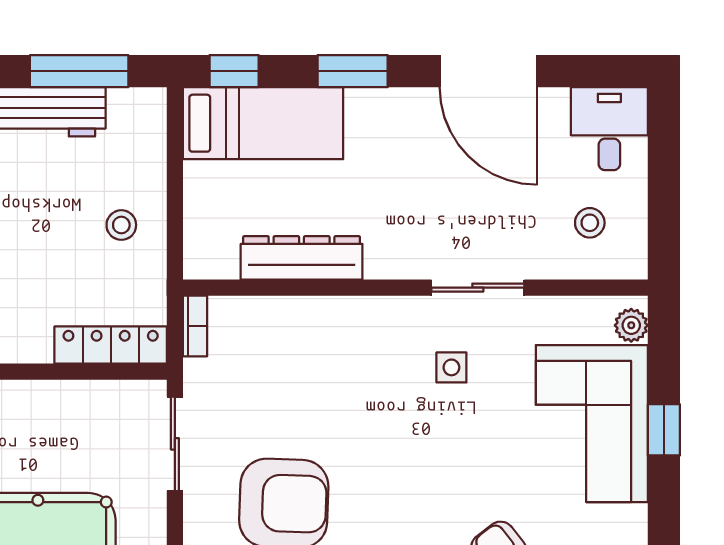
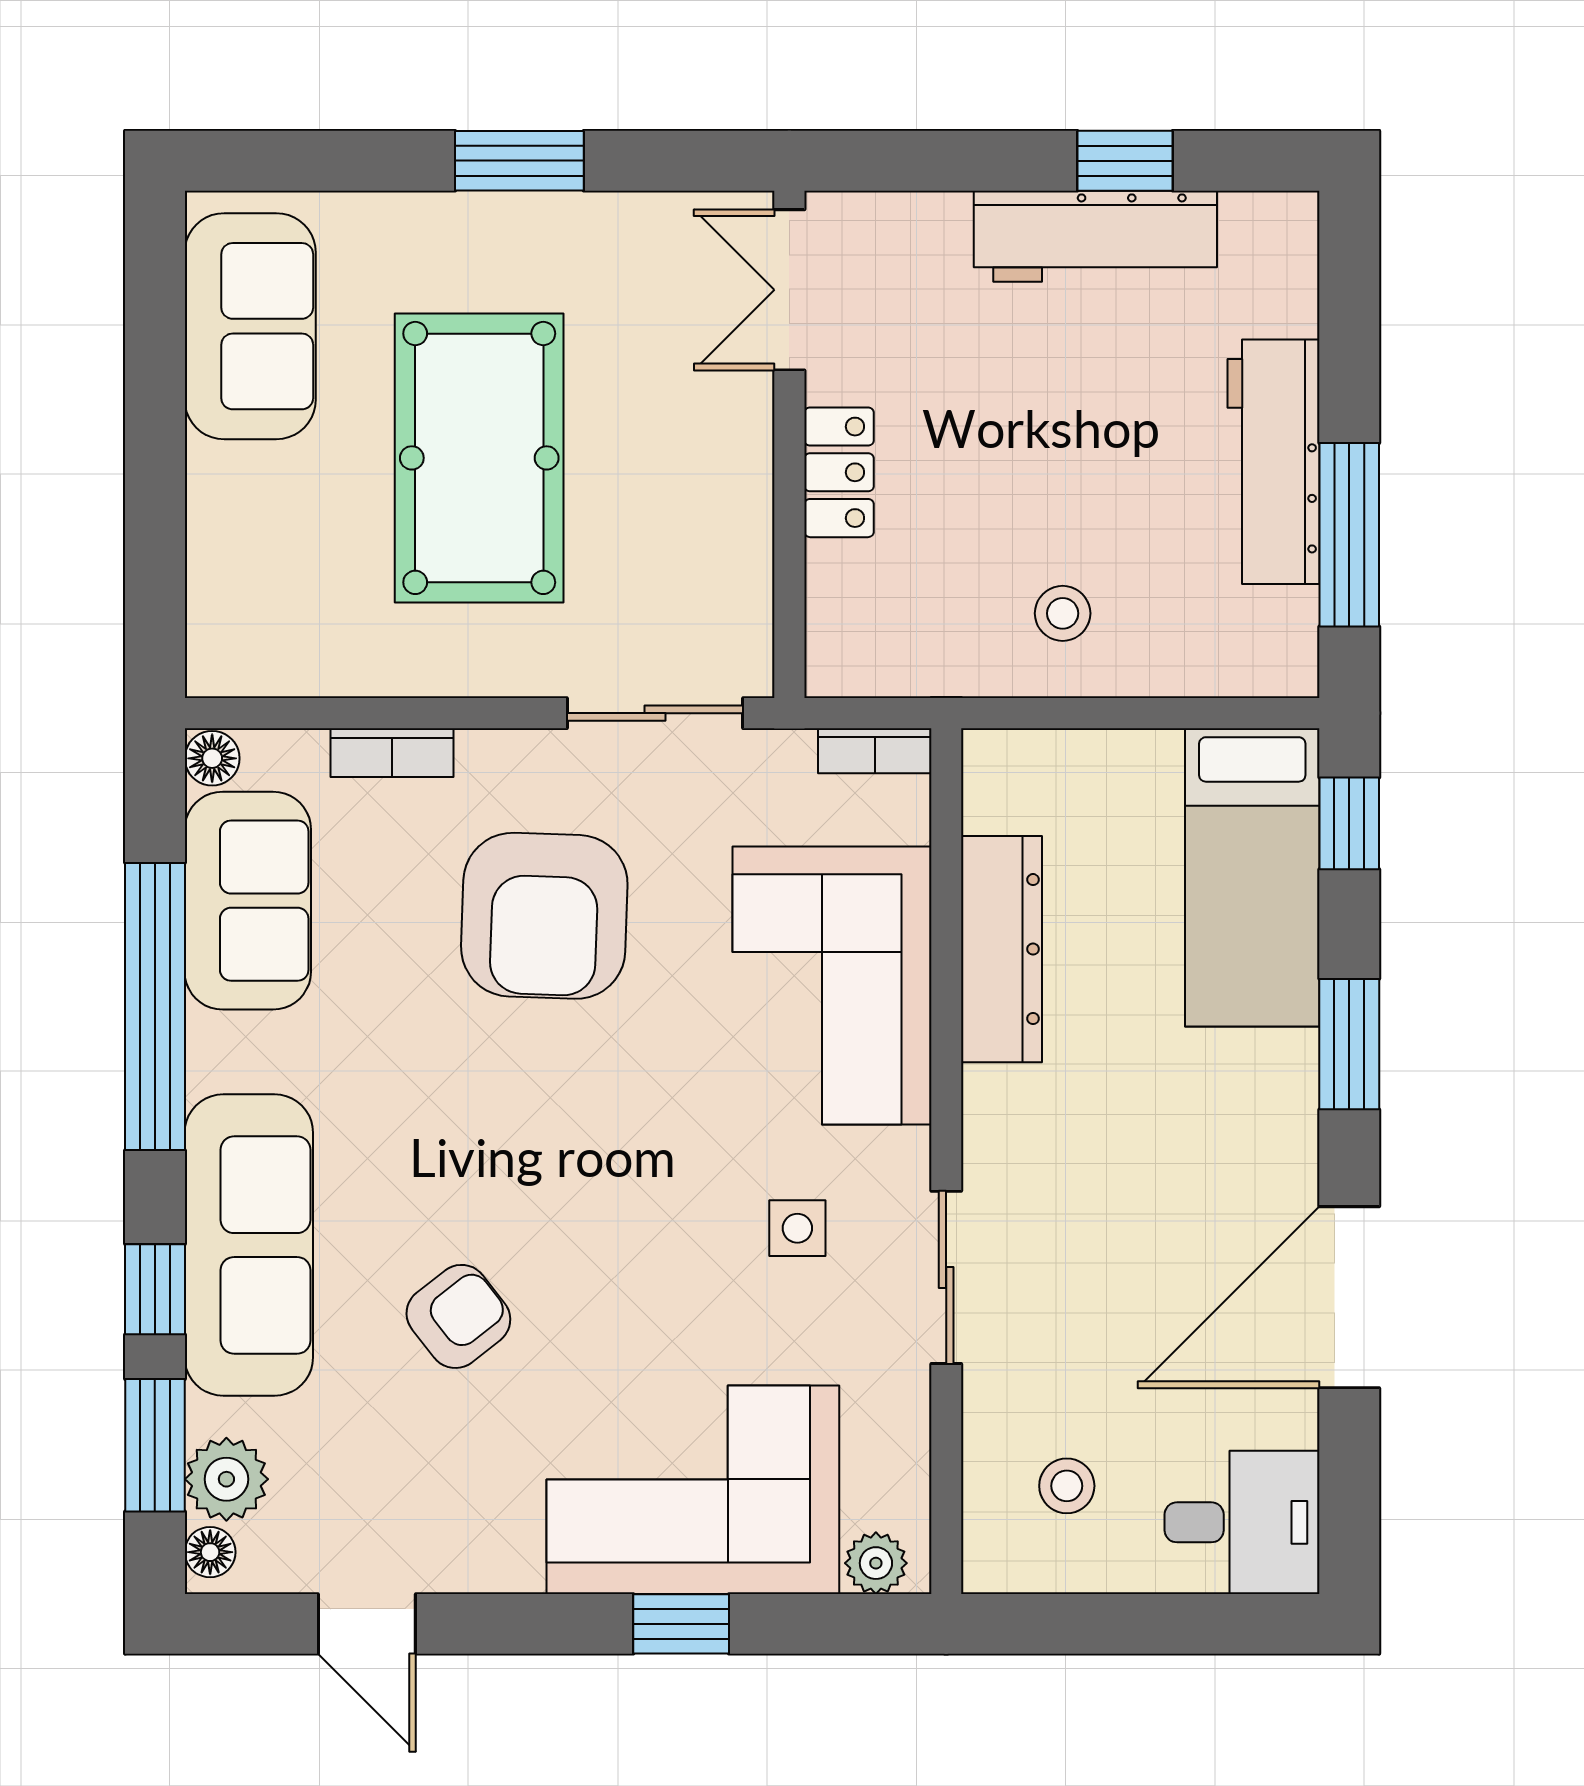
locker: (111, 345) -> (839, 472), moved, width x0.66
corner sofa: (321, 349) -> (832, 986), added

